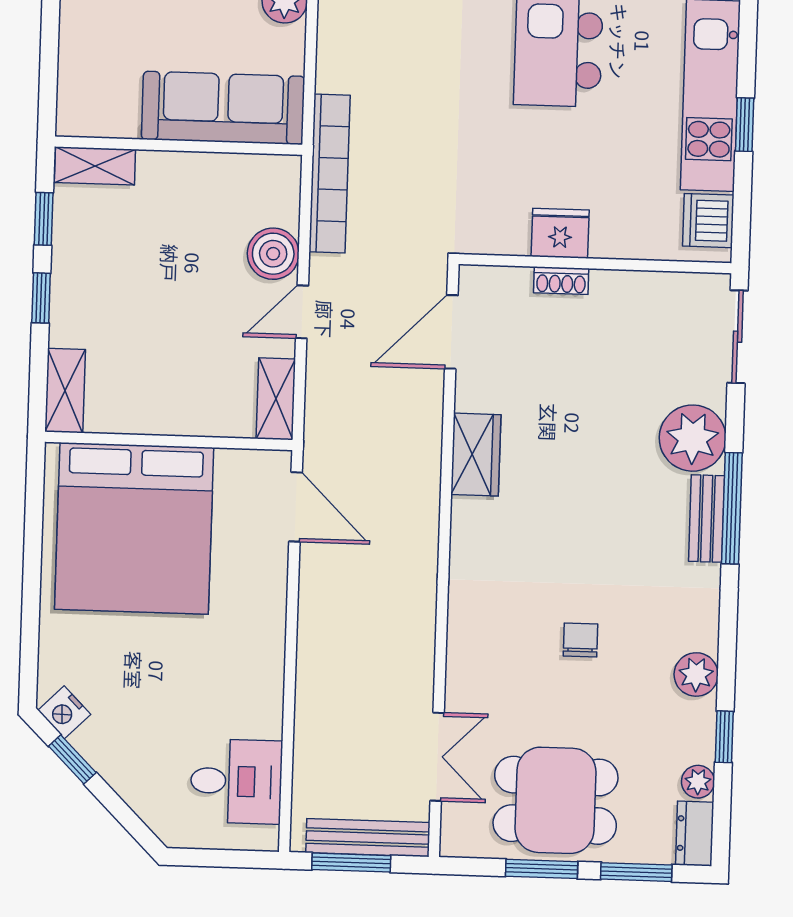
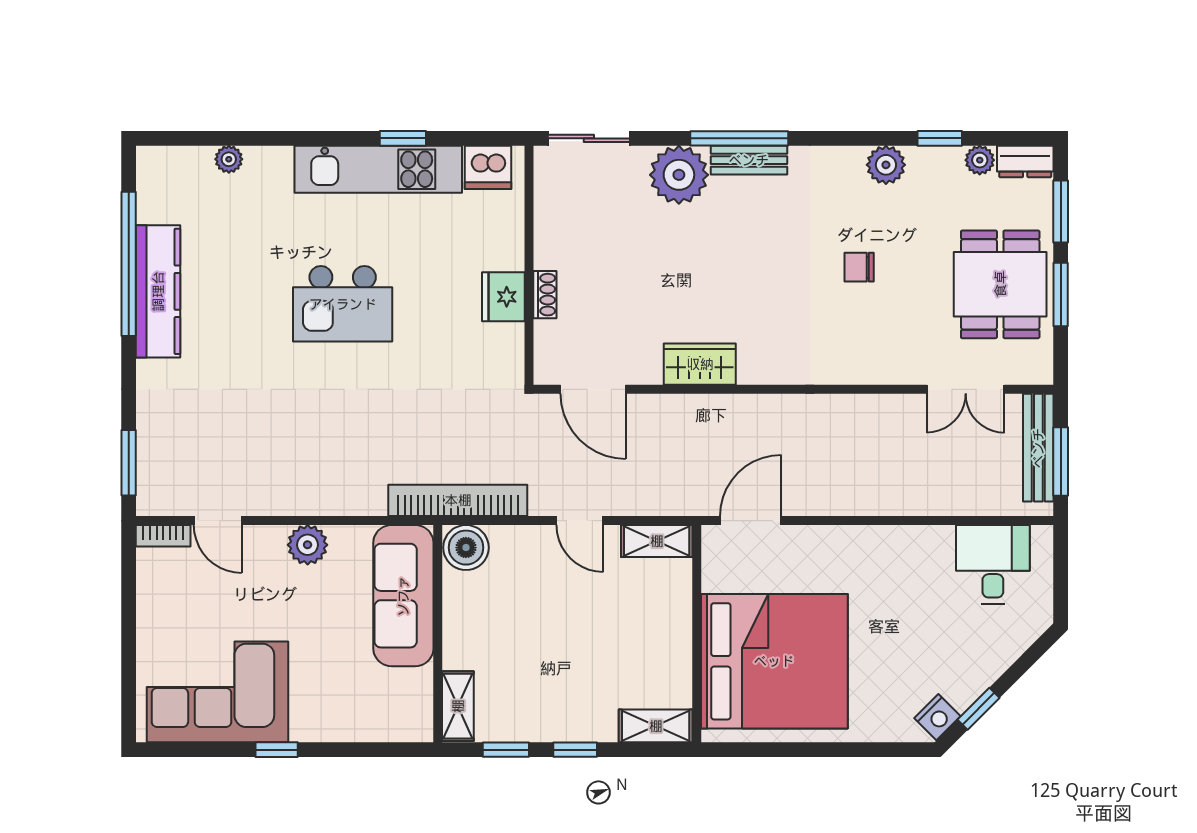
boiler: (273, 254) -> (466, 548), moved
double door: (437, 757) -> (966, 389), swing flipped

